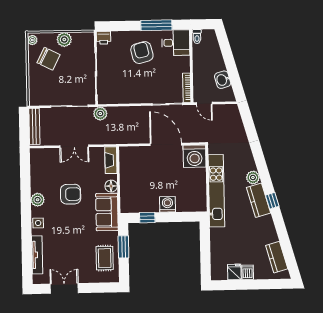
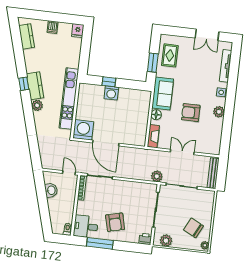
plant: (64, 40) -> (166, 241), moved
window: (147, 218) -> (109, 82), moved
fridge: (234, 272) -> (78, 31), moved

